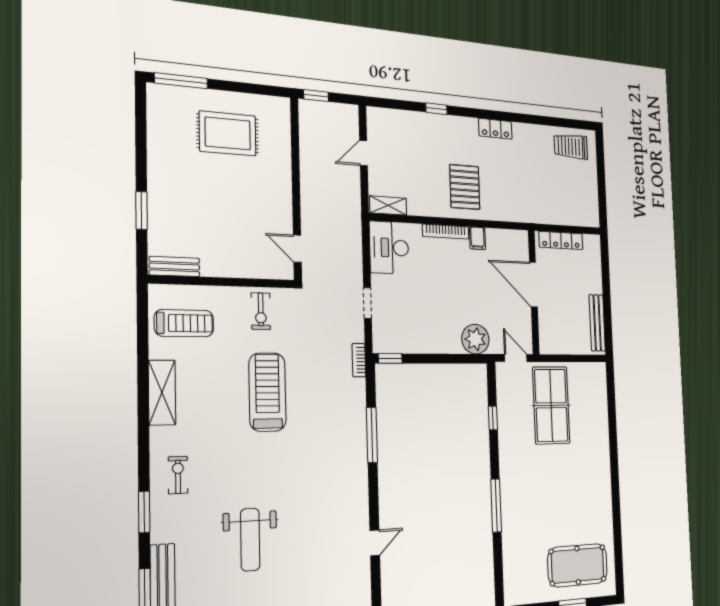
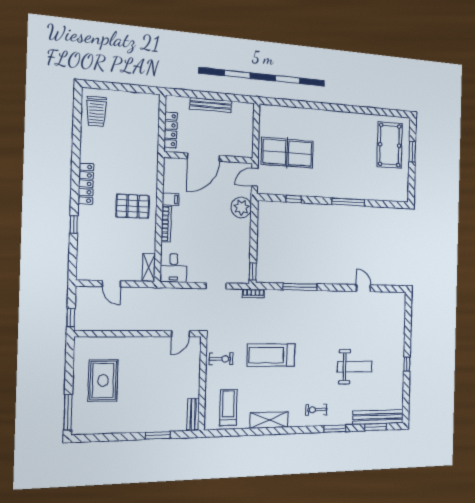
locker: (495, 129) -> (86, 184), width x1.53
desk: (389, 248) -> (174, 268), width x0.73
bench: (597, 323) -> (211, 105), moved

